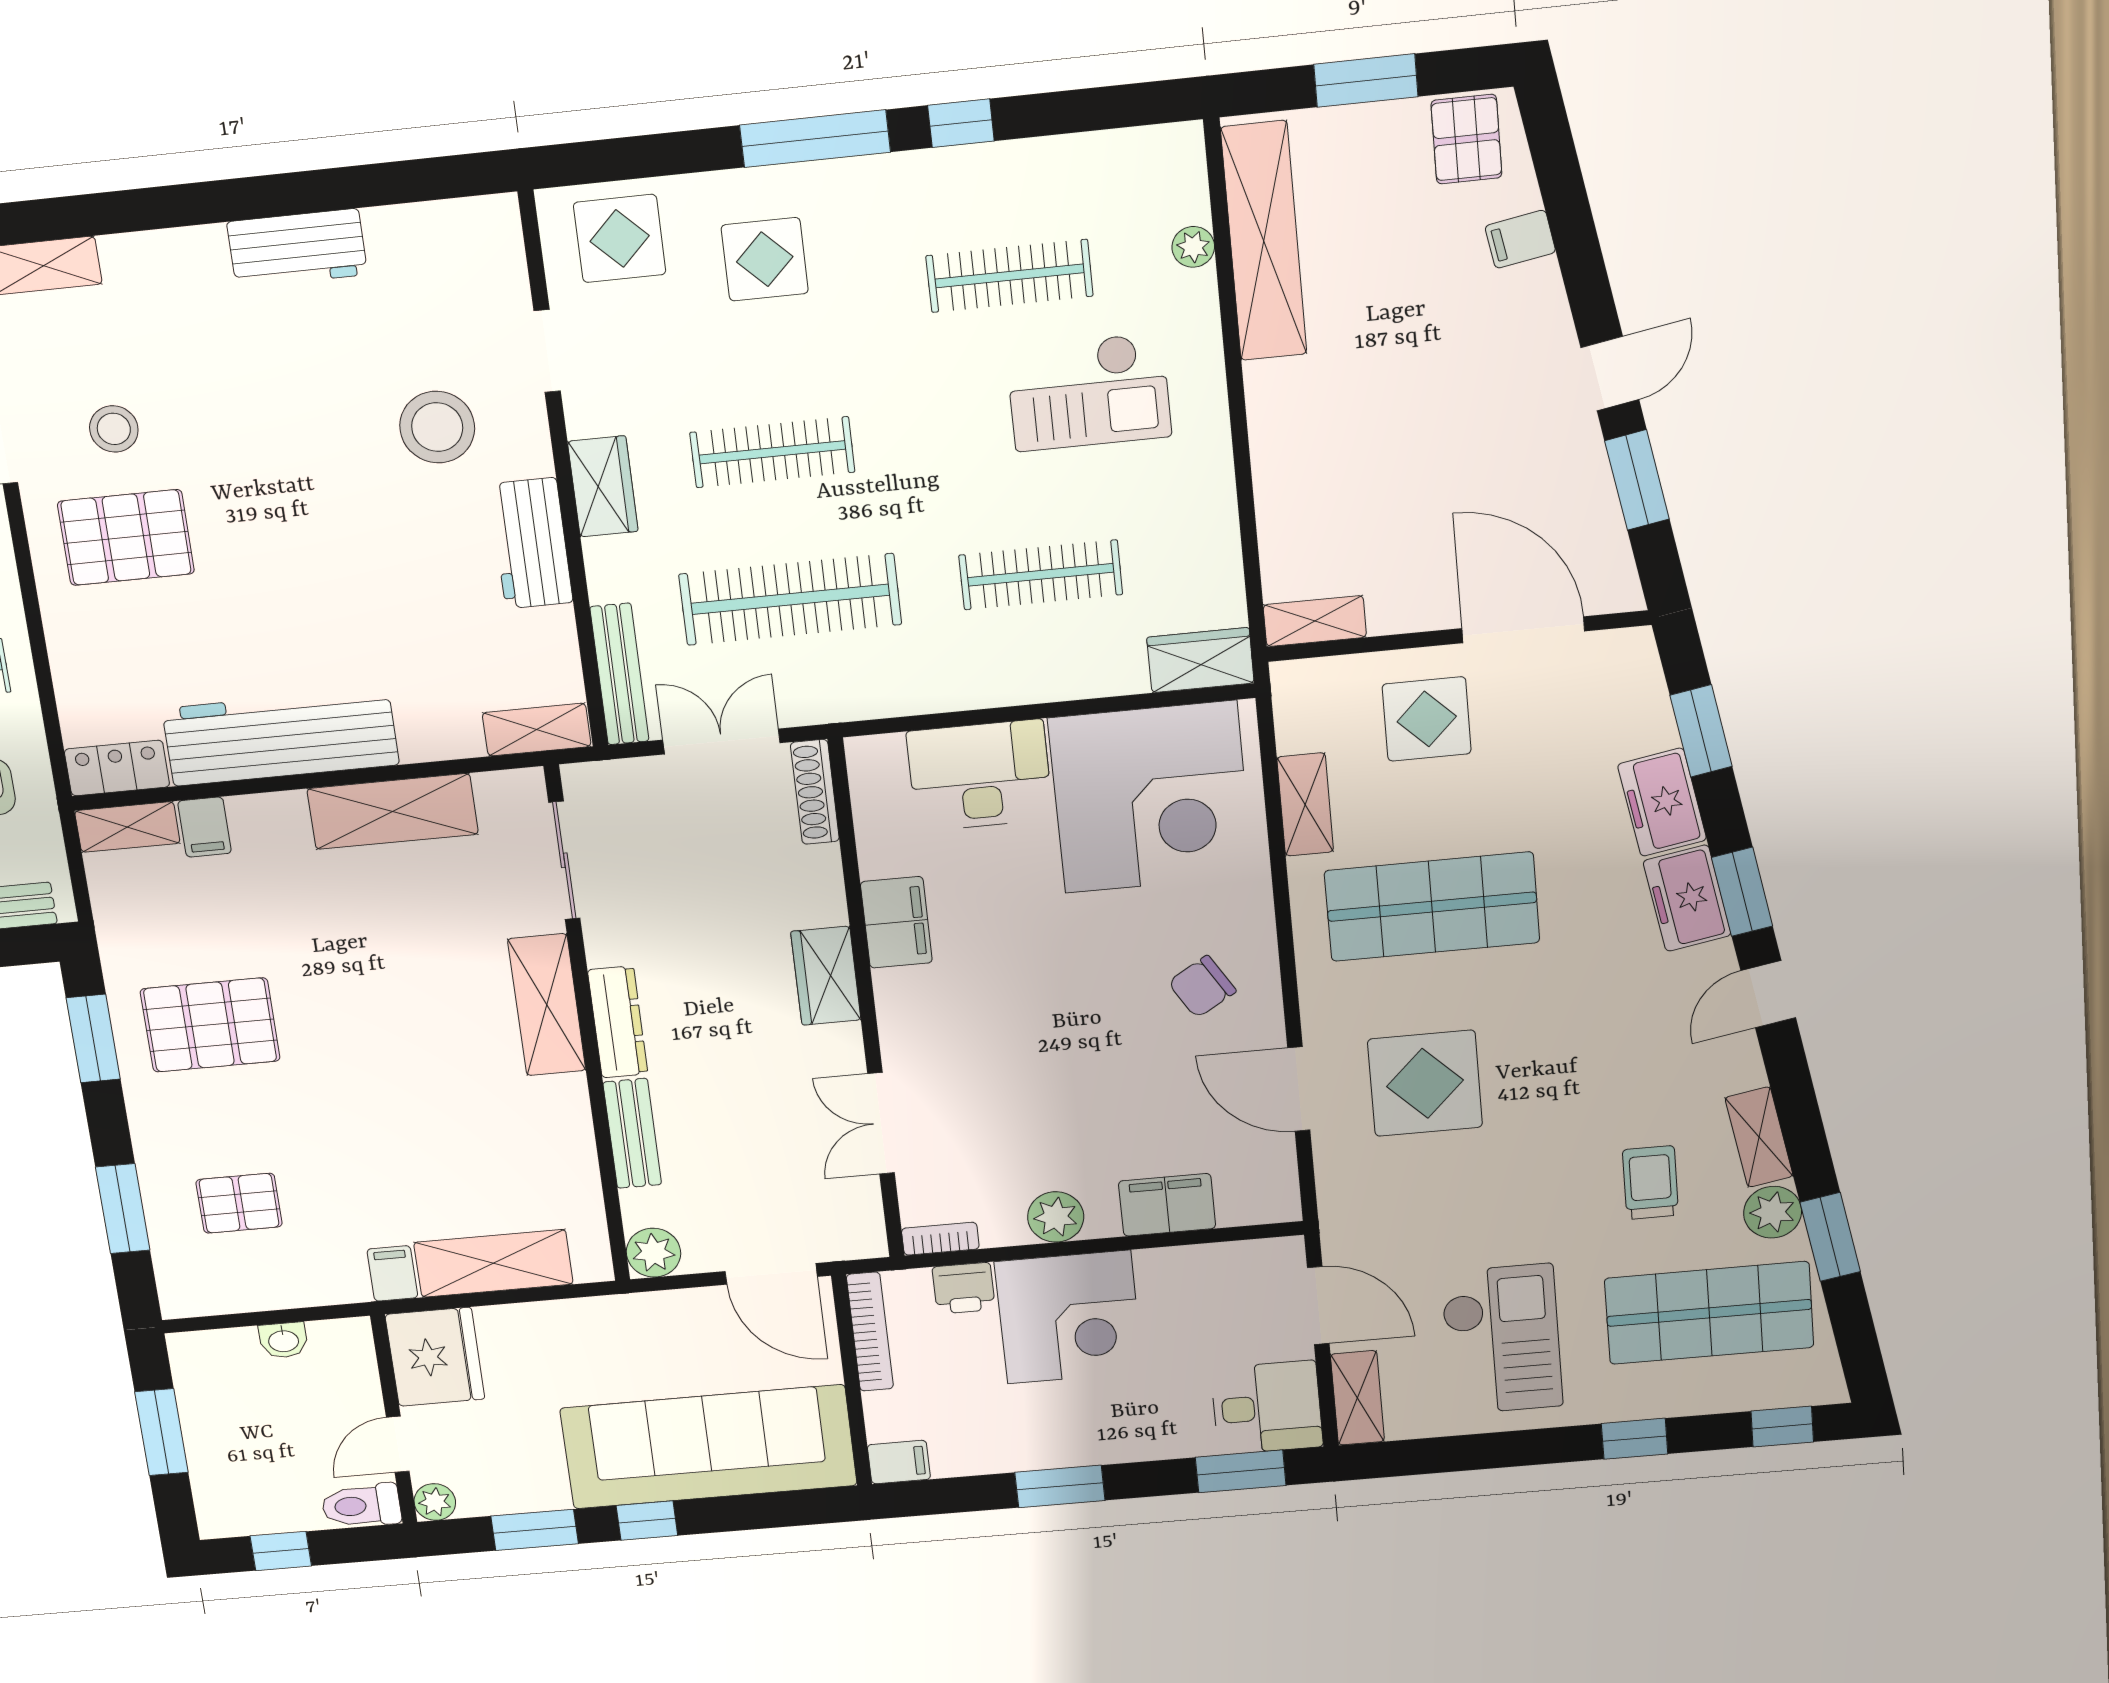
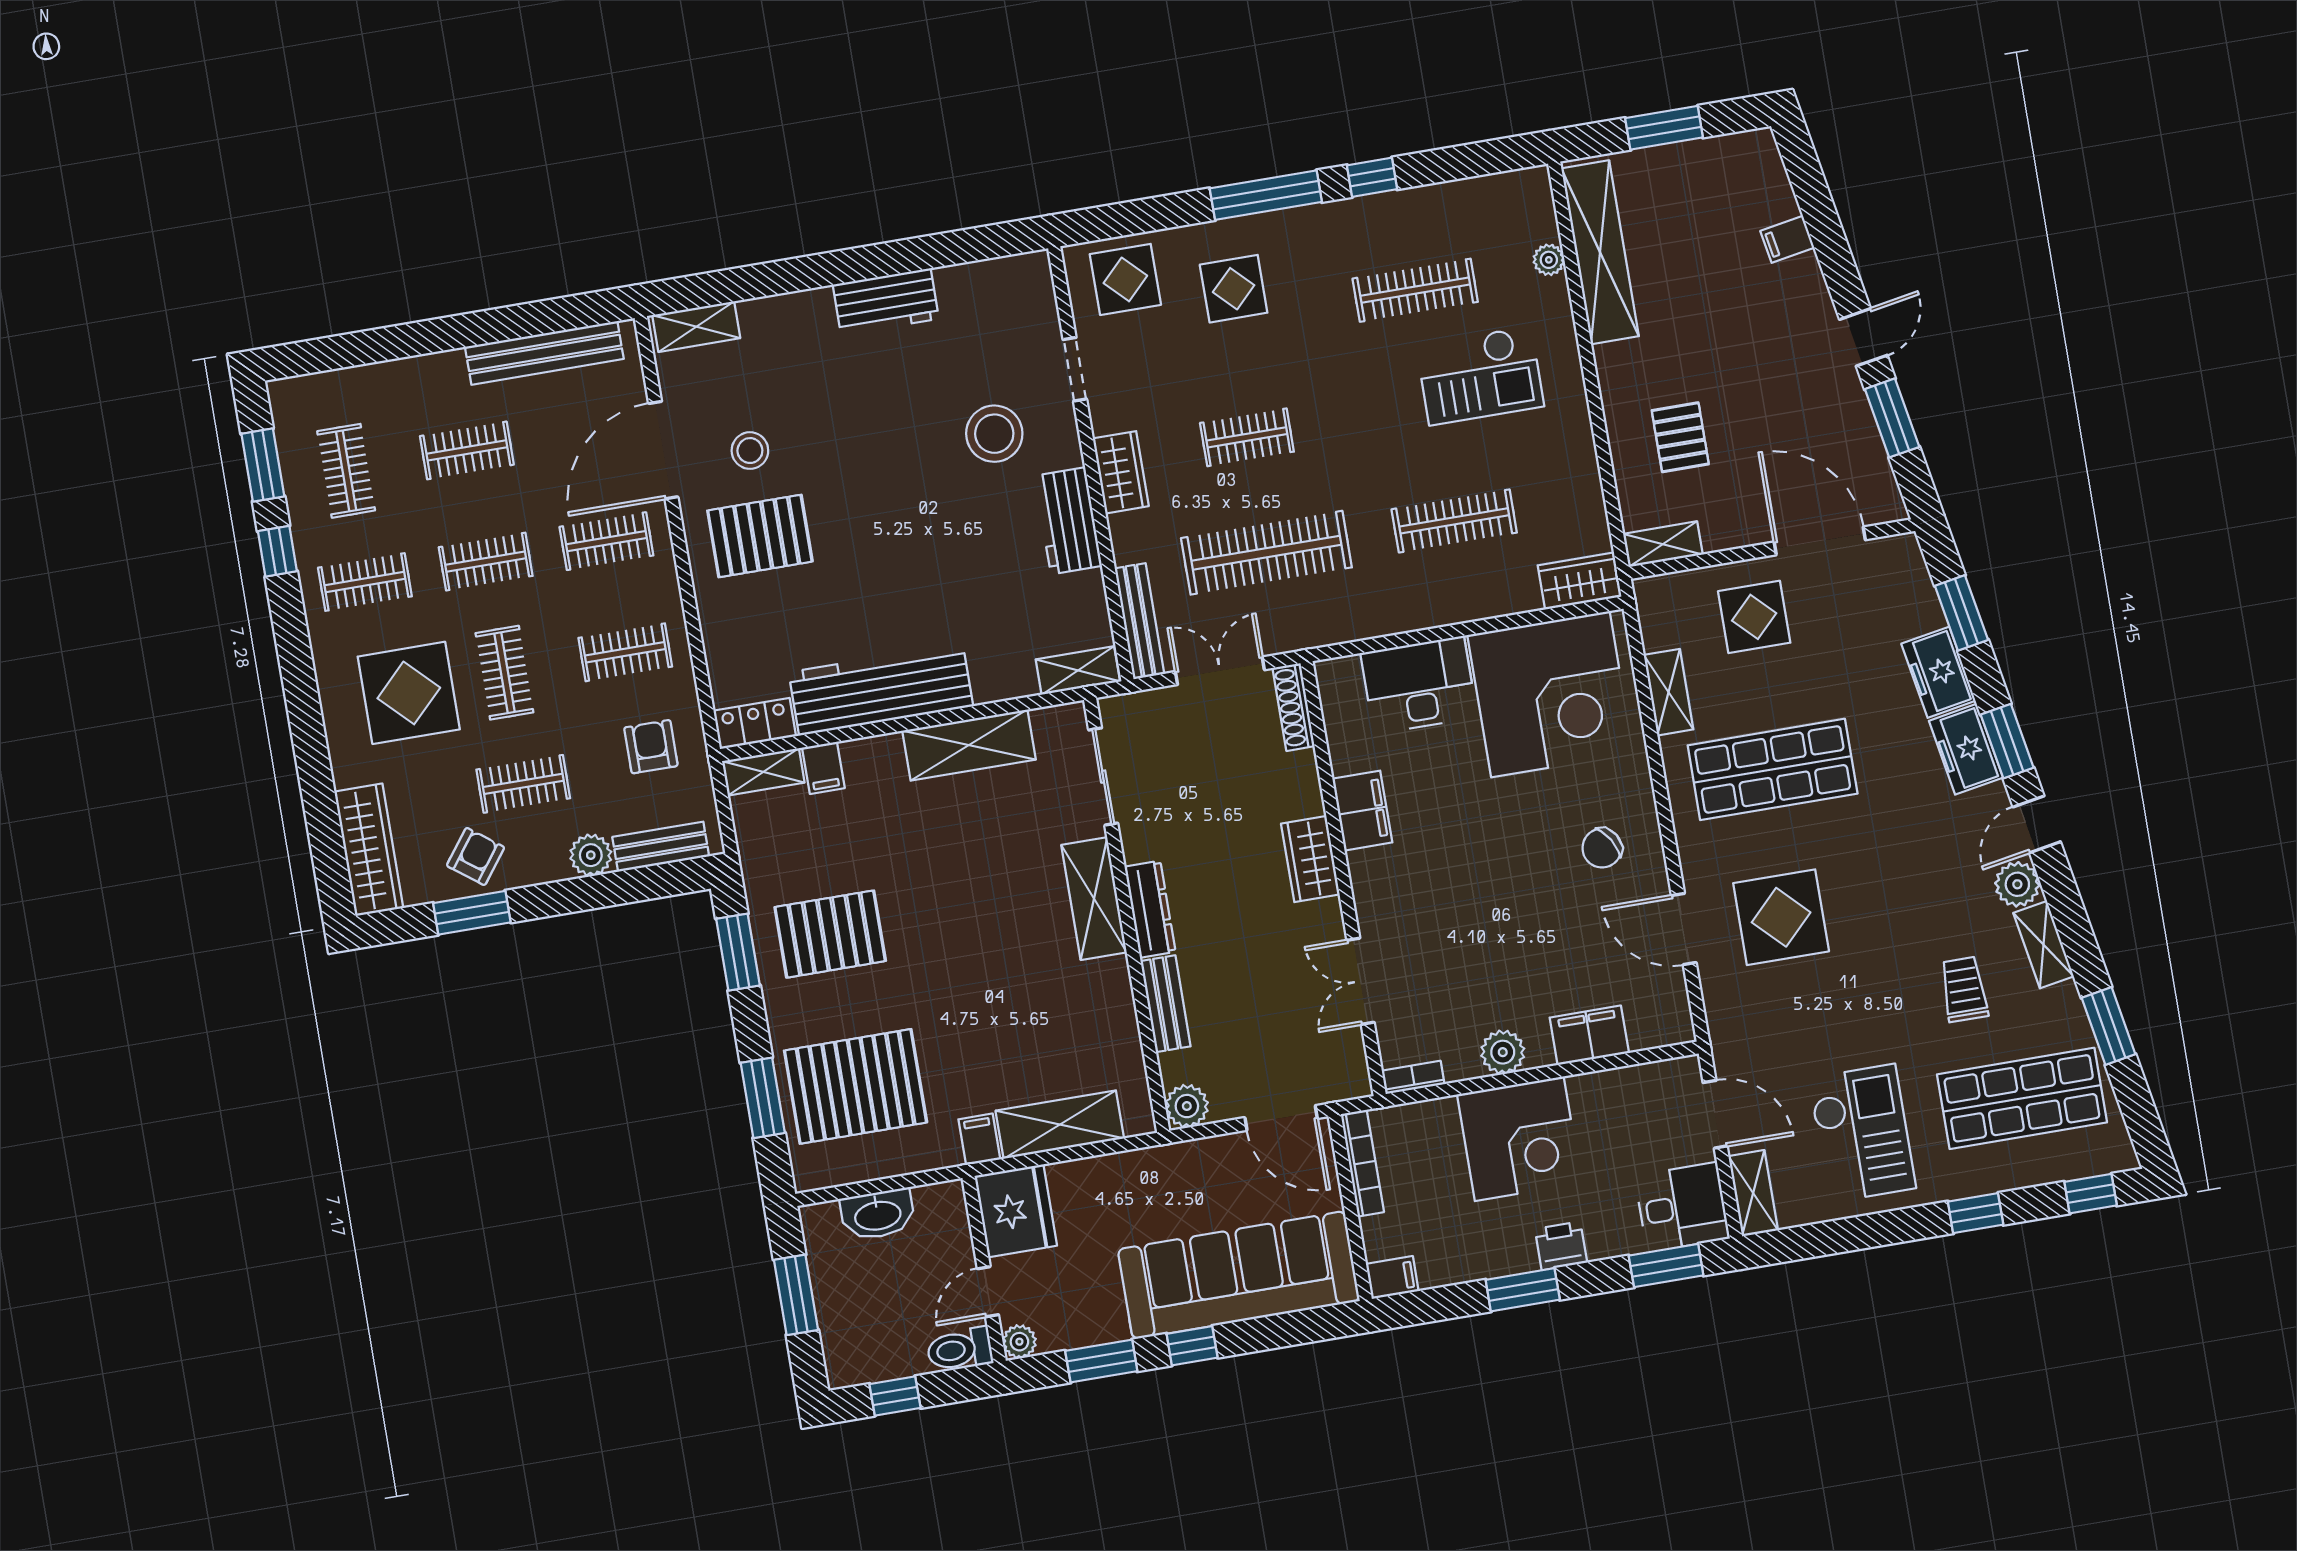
pallet: (1466, 139) -> (1680, 437), moved
clothes rail: (772, 452) -> (1247, 437), width x0.73
pallet: (239, 1203) -> (856, 1086), width x2.05, depth x2.00
plant: (1773, 1212) -> (2017, 884), moved
printer: (964, 1288) -> (1561, 1246), moved, turned 180
washbasin: (283, 1340) -> (878, 1214), width x1.91, depth x1.45

